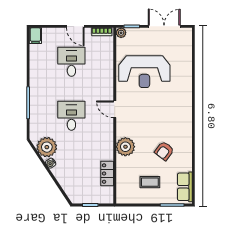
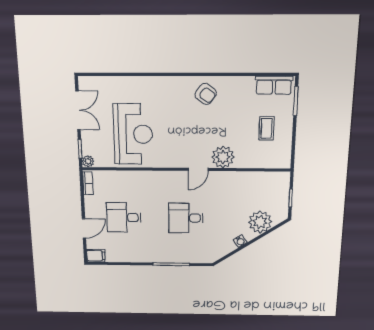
door: (75, 26) -> (84, 228), moved
double door: (164, 26) -> (78, 110), swing flipped
door: (115, 109) -> (198, 169), moved
plant: (47, 147) -> (260, 222), moved
armchair: (164, 151) -> (206, 94), moved
locker: (107, 174) -> (254, 178), removed

